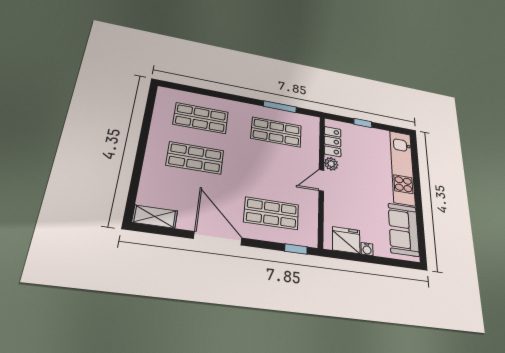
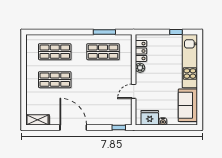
window: (363, 123) -> (176, 32), moved
door: (321, 180) -> (134, 91), moved
shop shelf: (271, 213) -> (103, 108), removed

